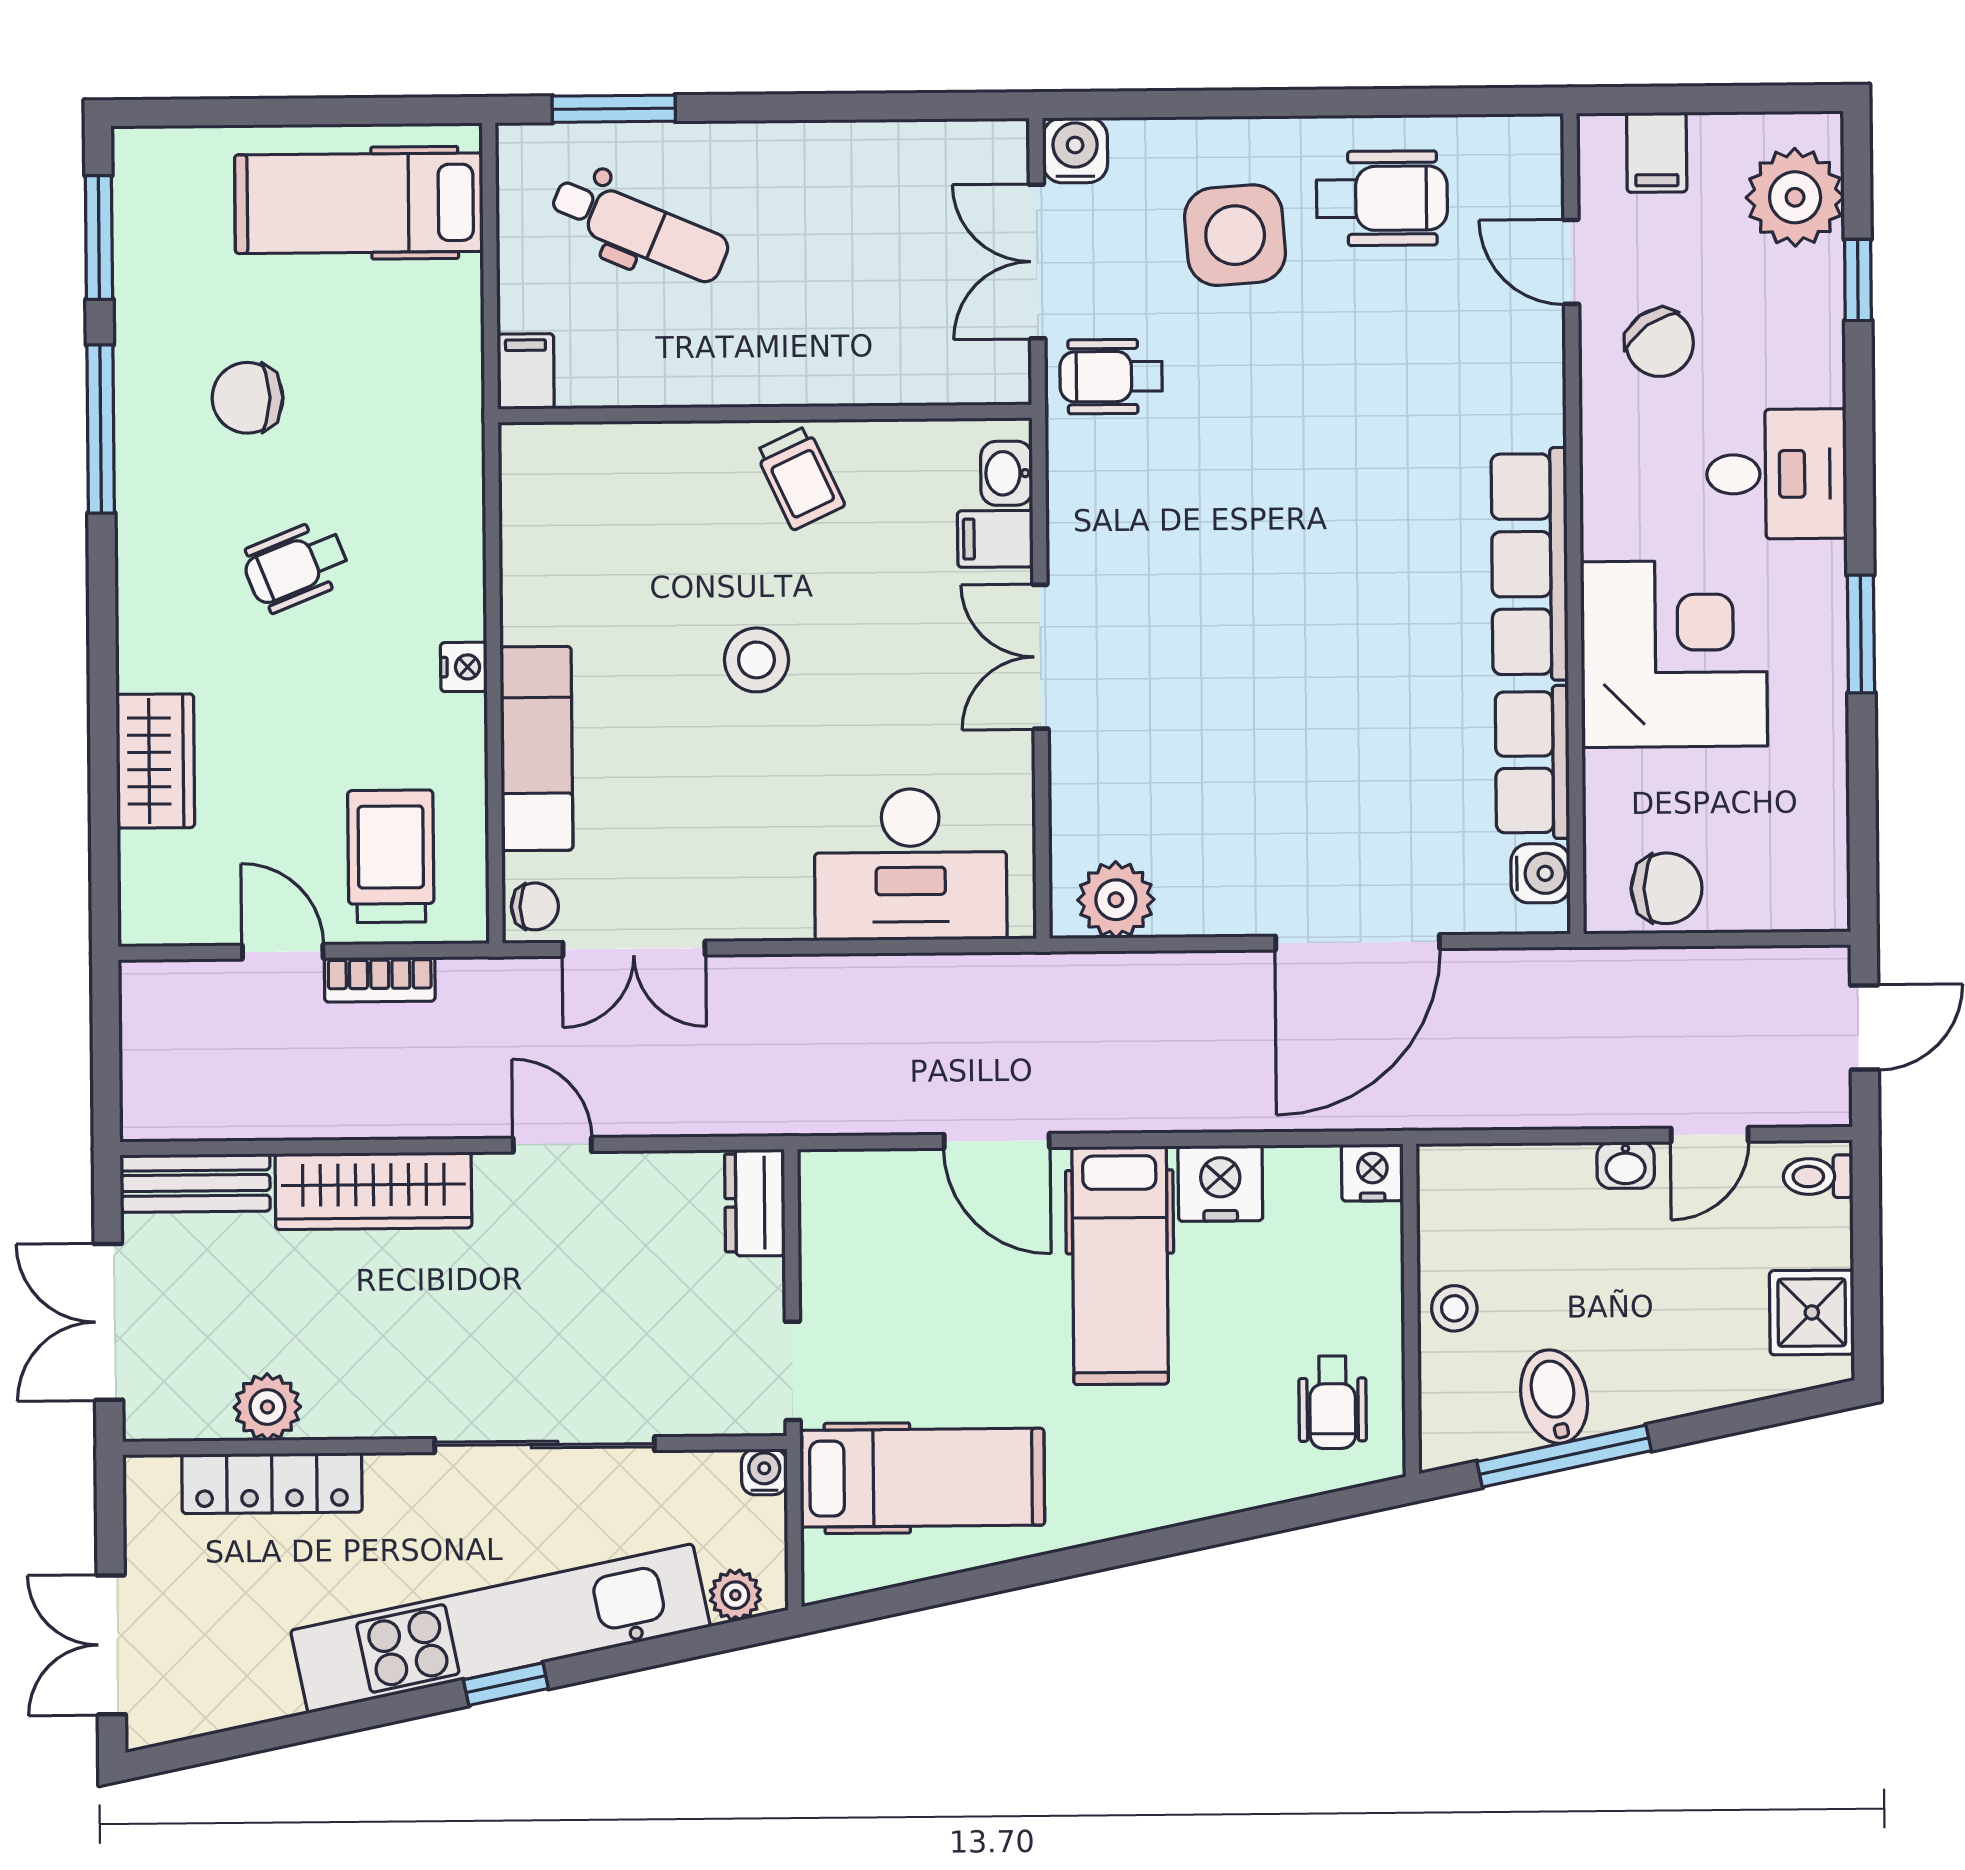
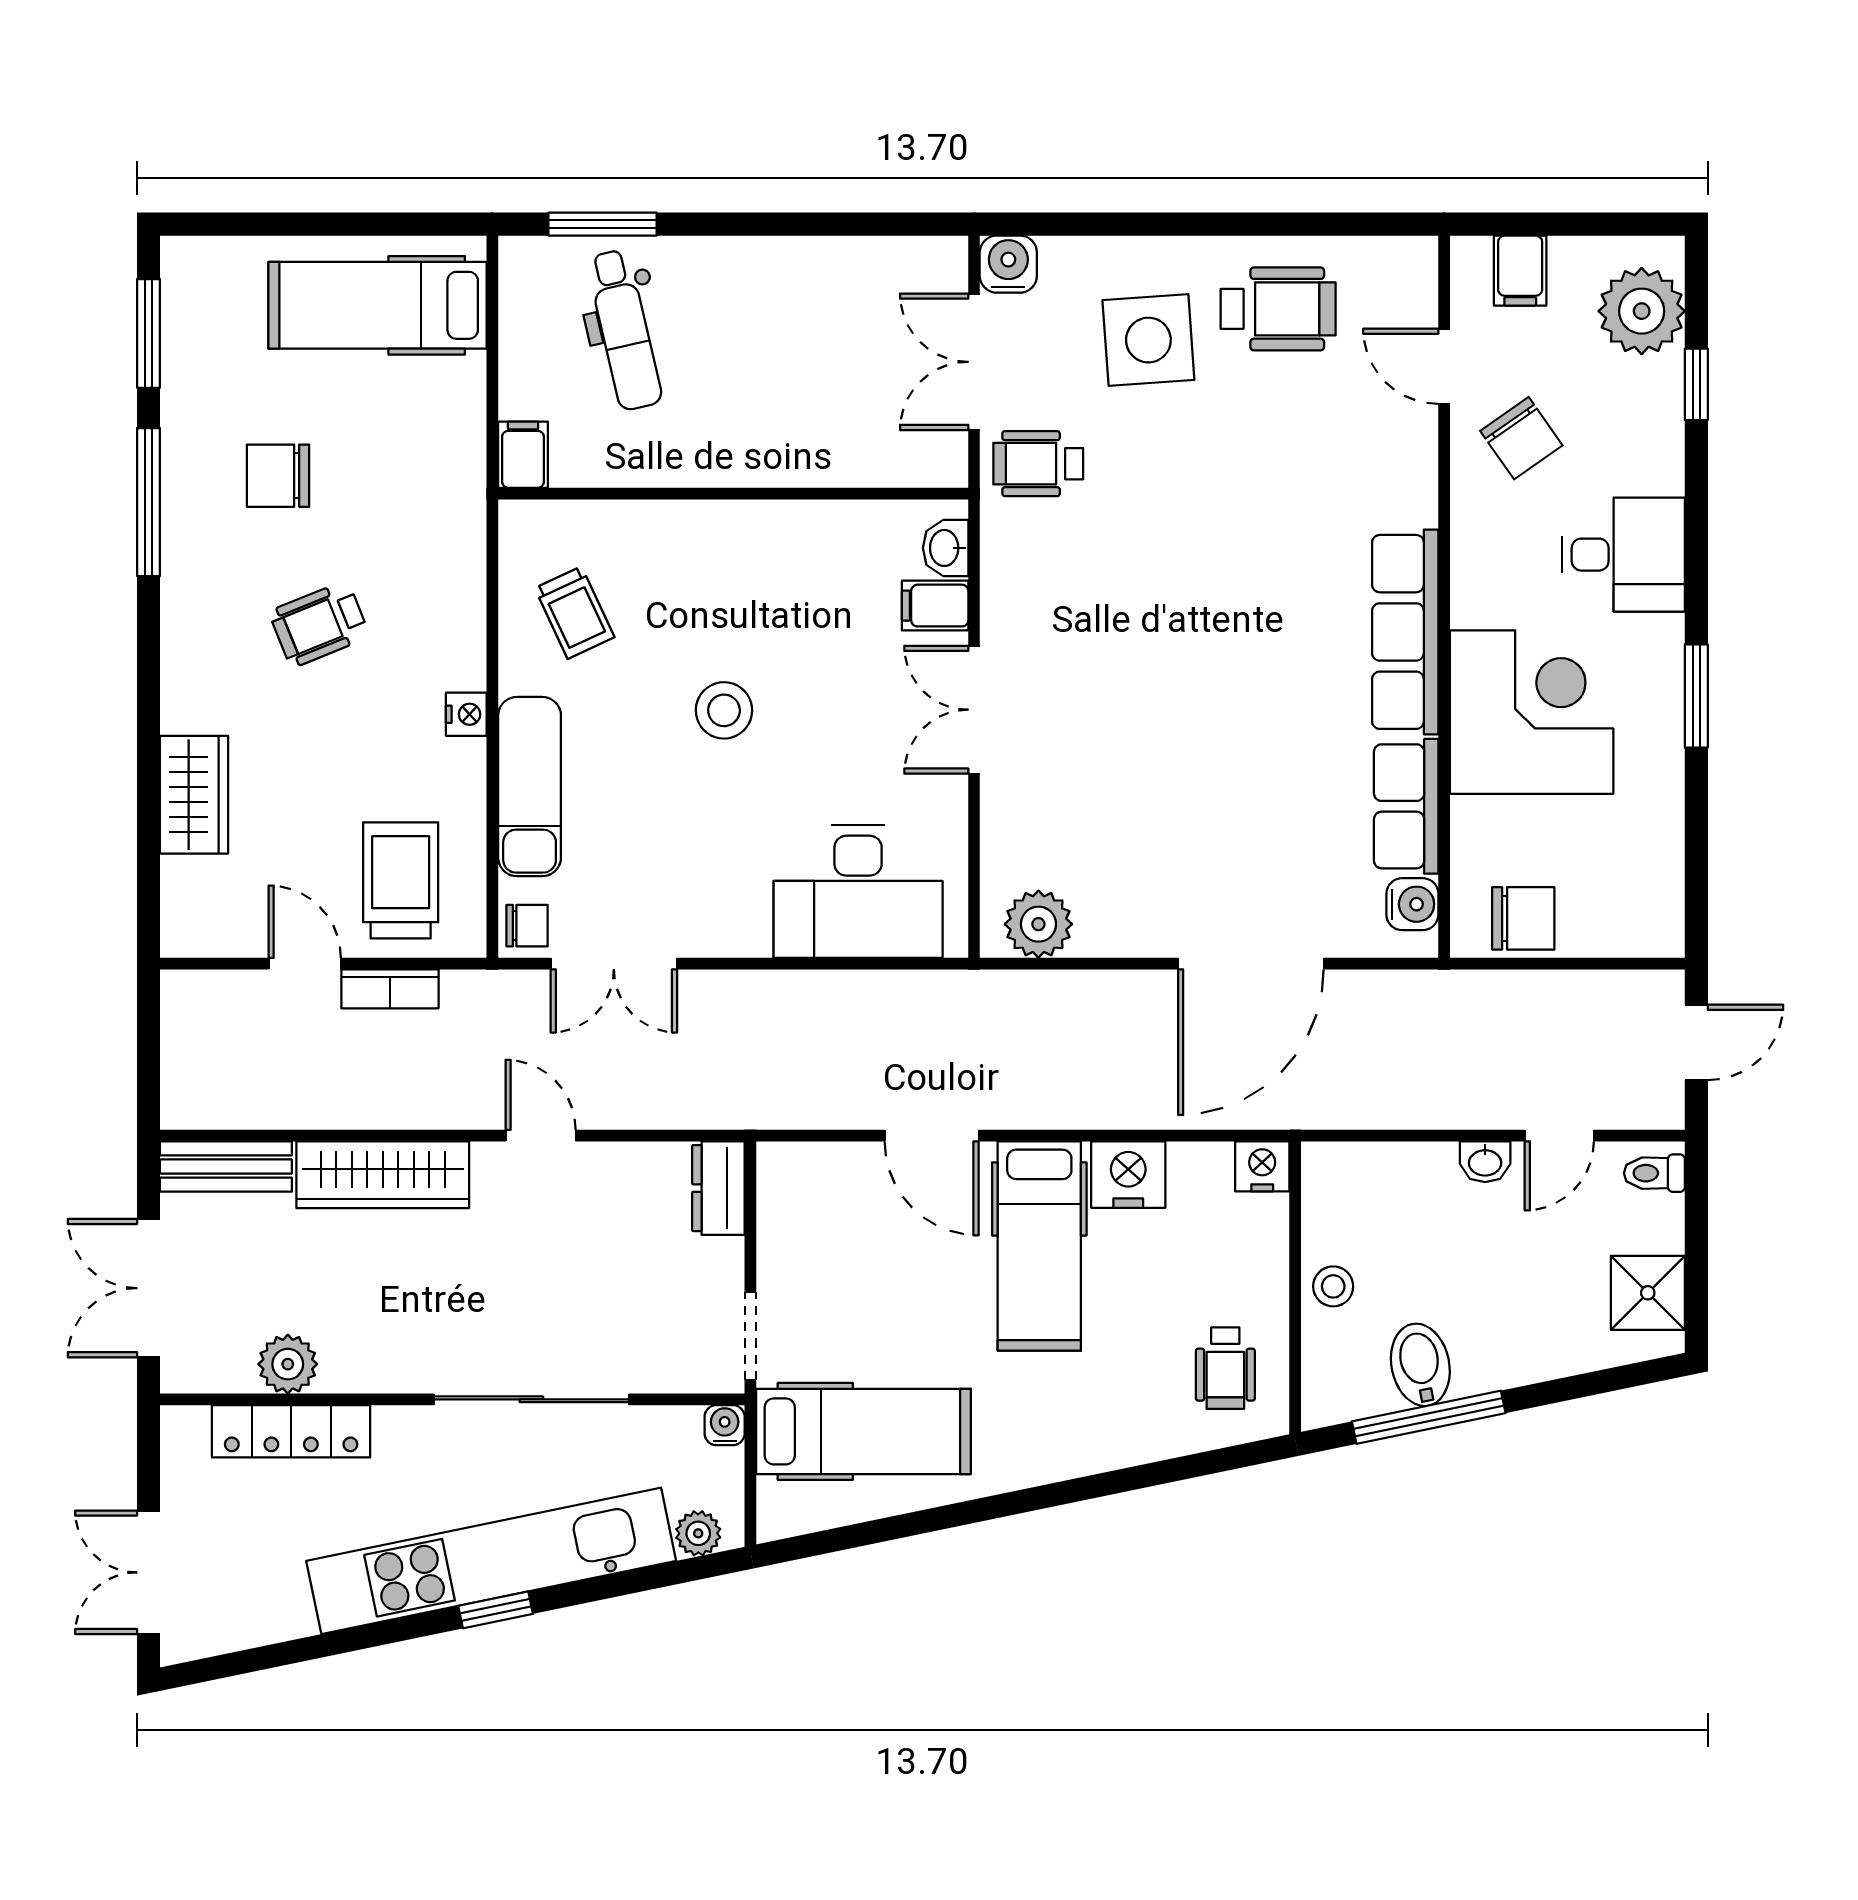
dental chair: (640, 229) -> (624, 330), turned 54
trolley: (800, 478) -> (575, 613), moved

